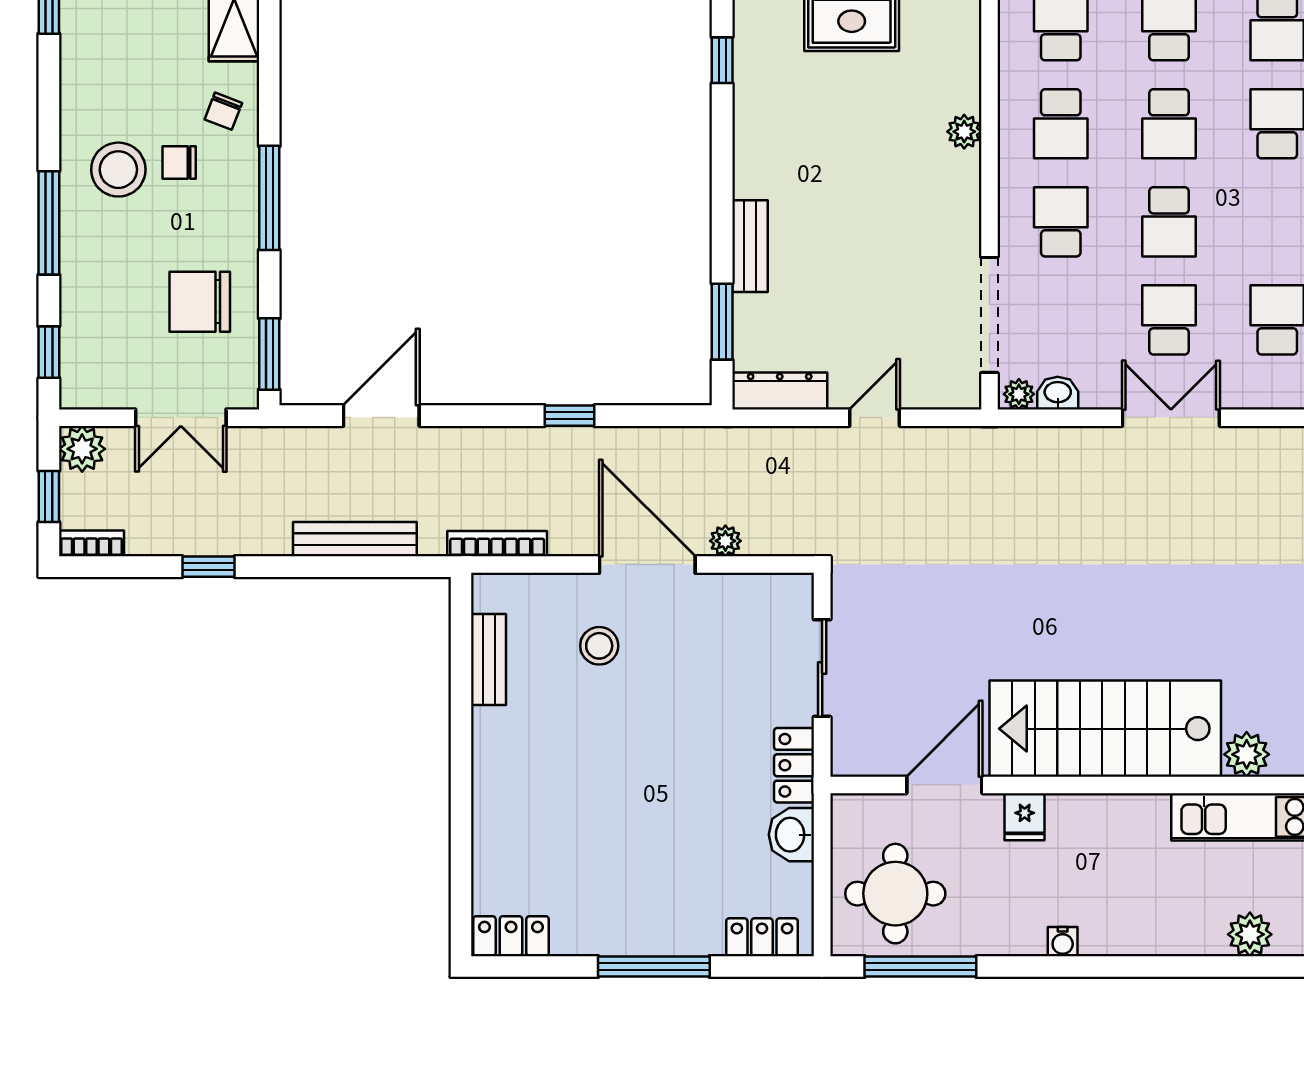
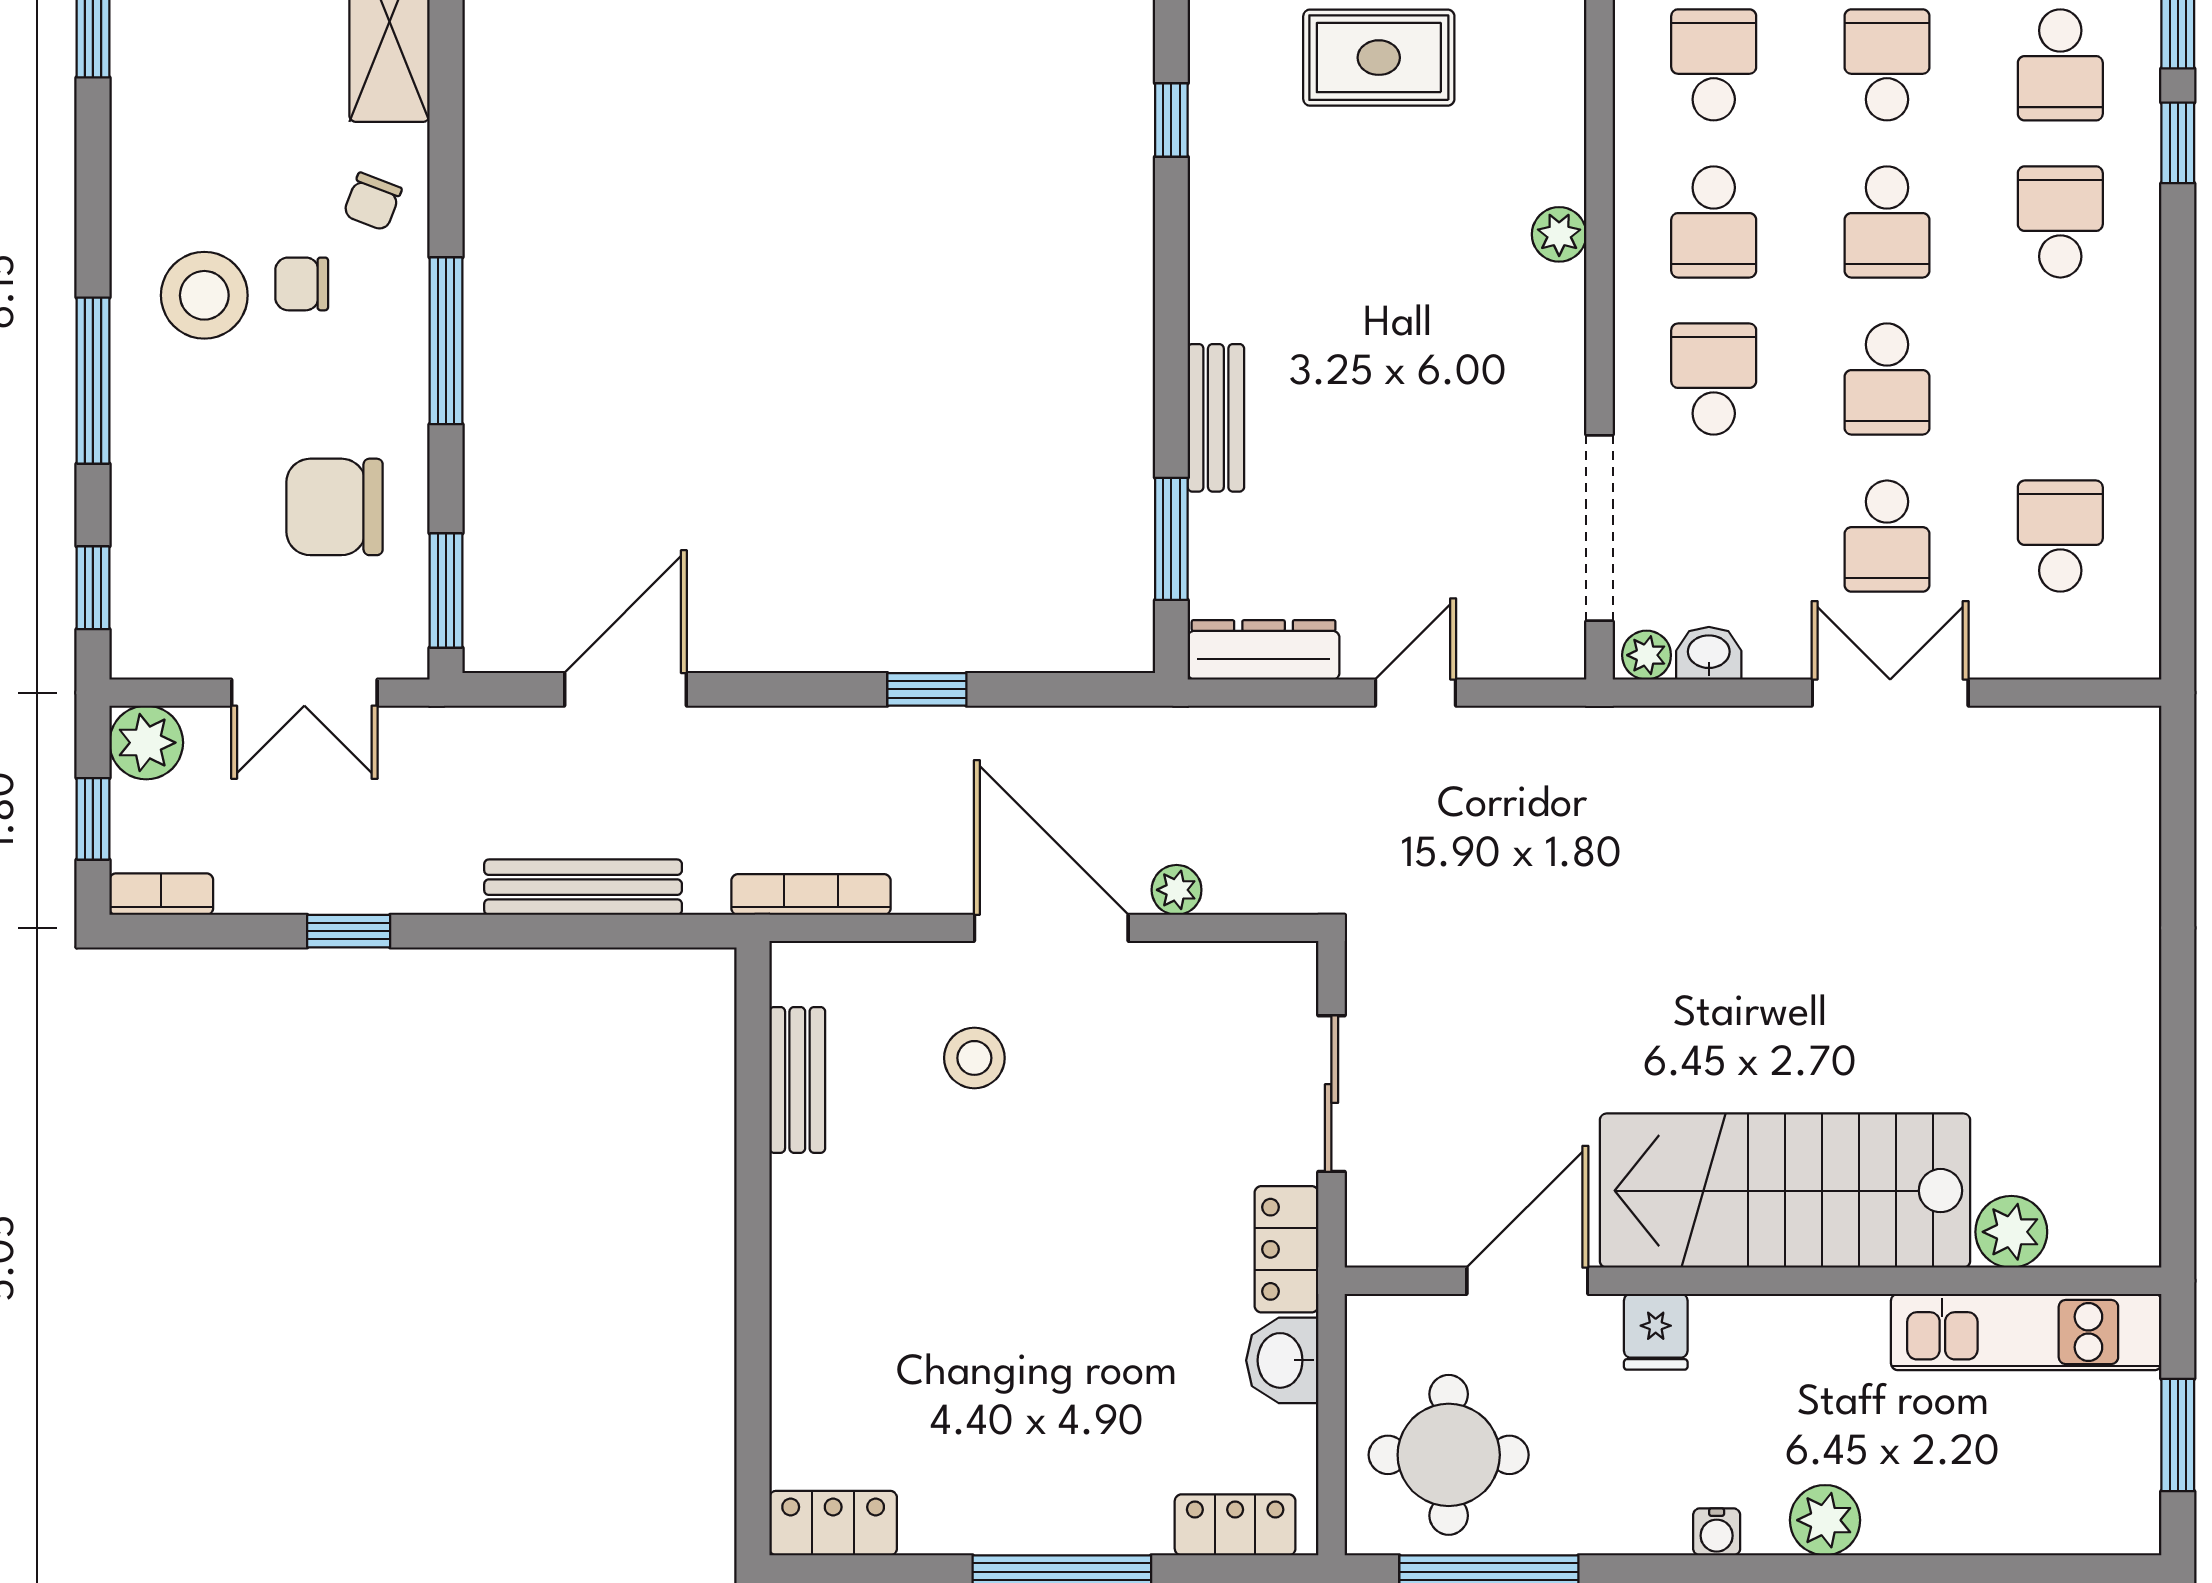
school desk: (1169, 320) -> (1887, 536), turned 180
plant: (1250, 934) -> (1825, 1520), moved

